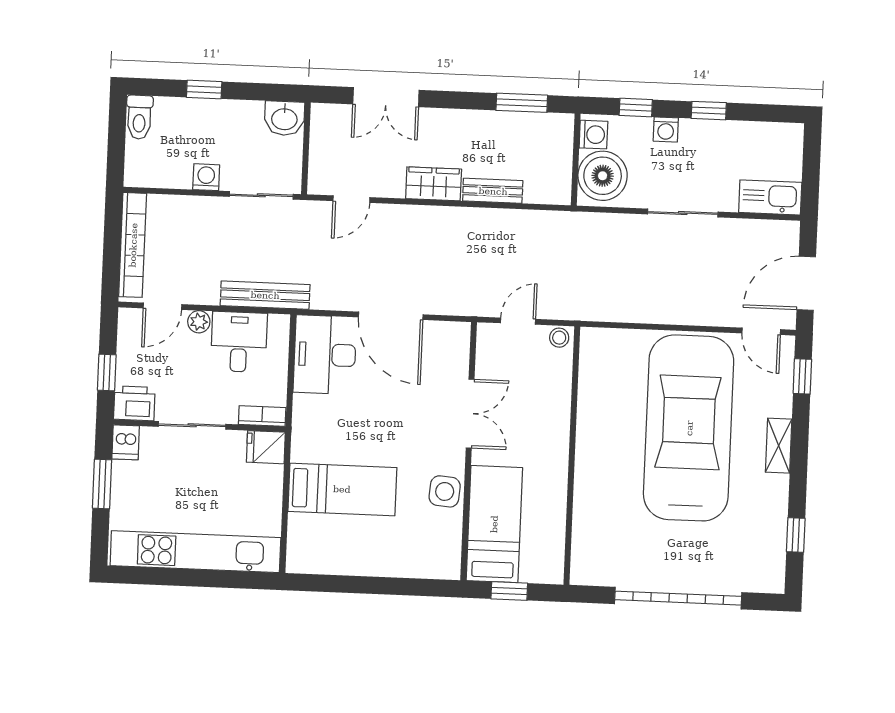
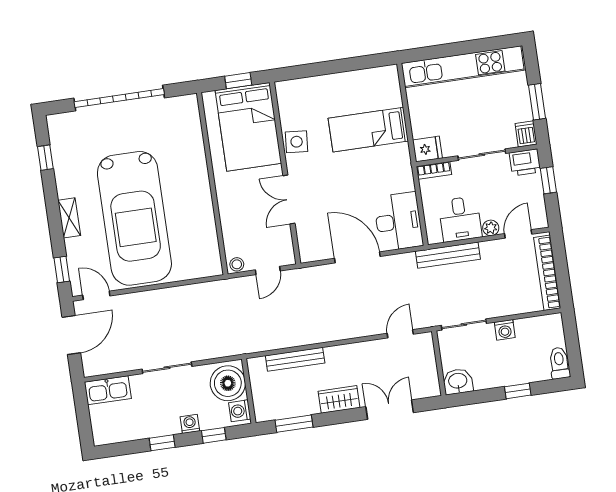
wardrobe: (434, 184) -> (339, 399), moved, turned 180
bench: (493, 191) -> (295, 359), width x1.36
bed: (494, 524) -> (248, 127), width x1.50

